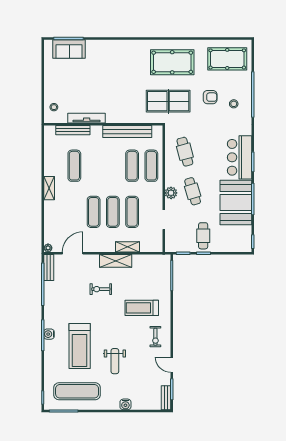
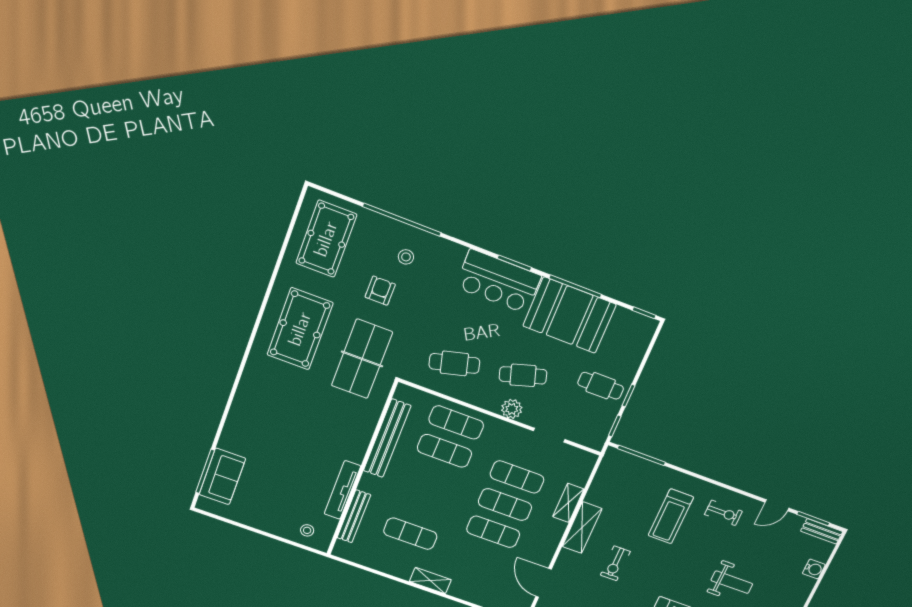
water cooler: (125, 404) -> (814, 569), moved

